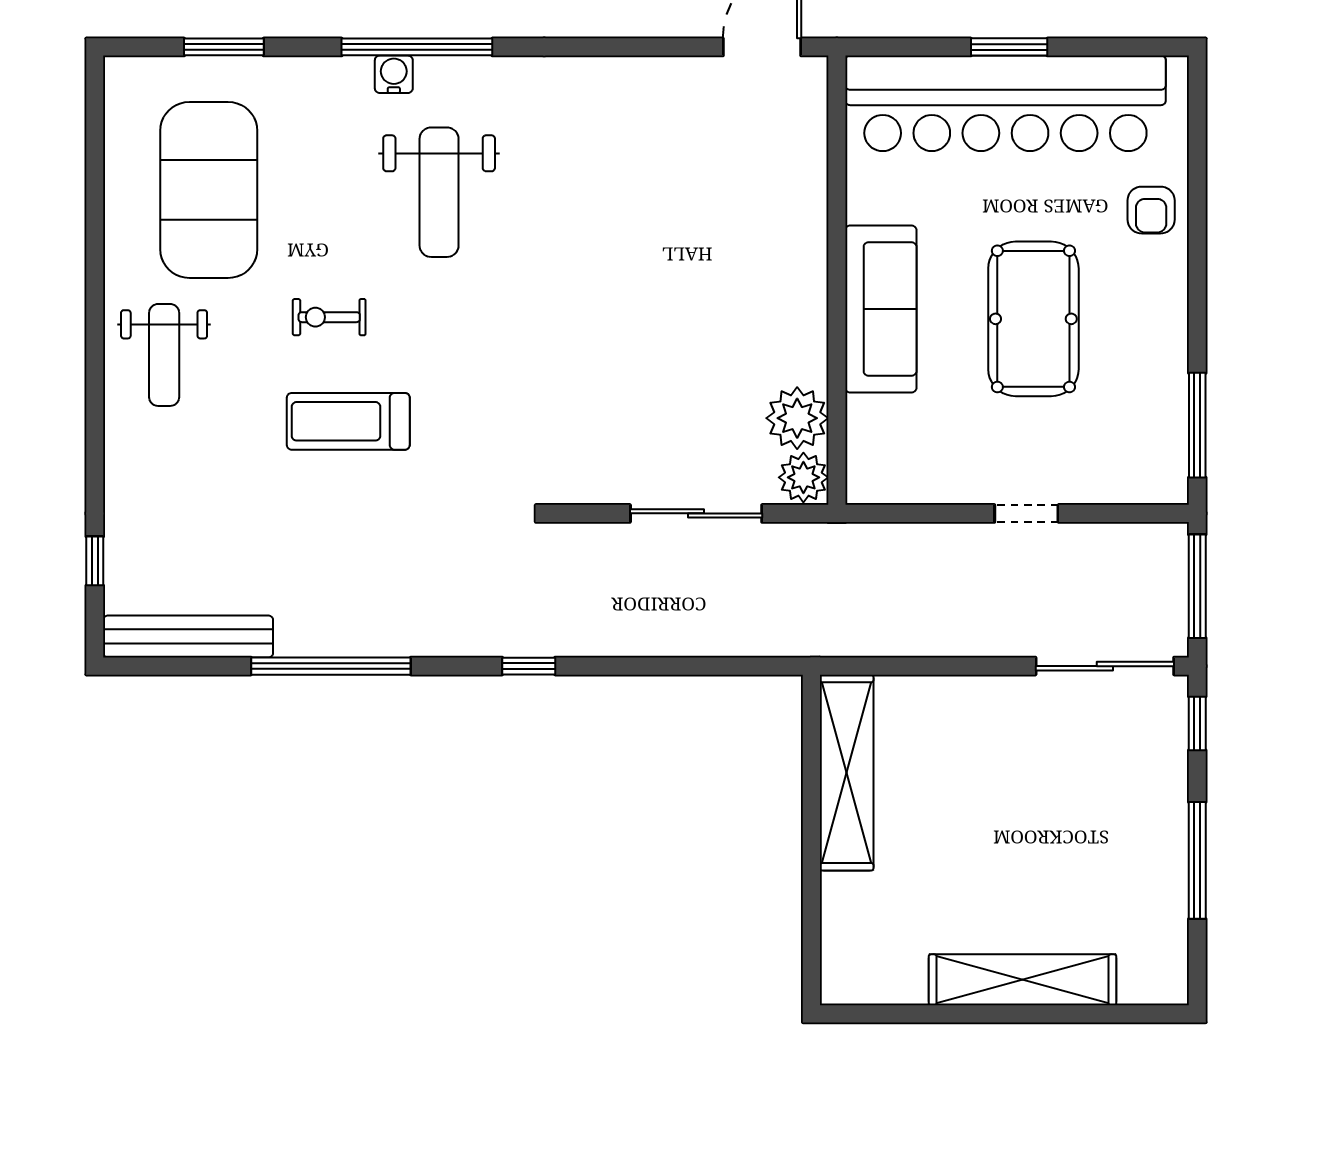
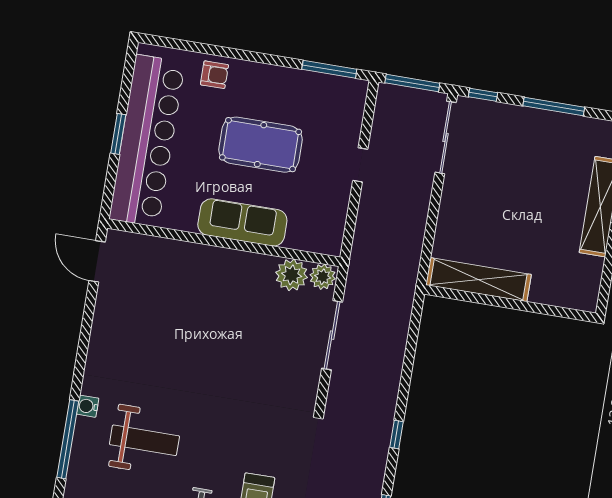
water cooler: (394, 74) -> (88, 406), moved

